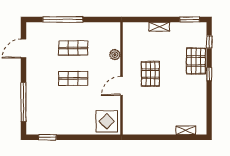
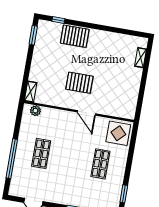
shelving: (159, 27) -> (31, 92), moved
plant: (115, 55) -> (35, 111), moved
window: (209, 74) -> (90, 25), removed
shop shelf: (73, 78) -> (100, 164), moved

